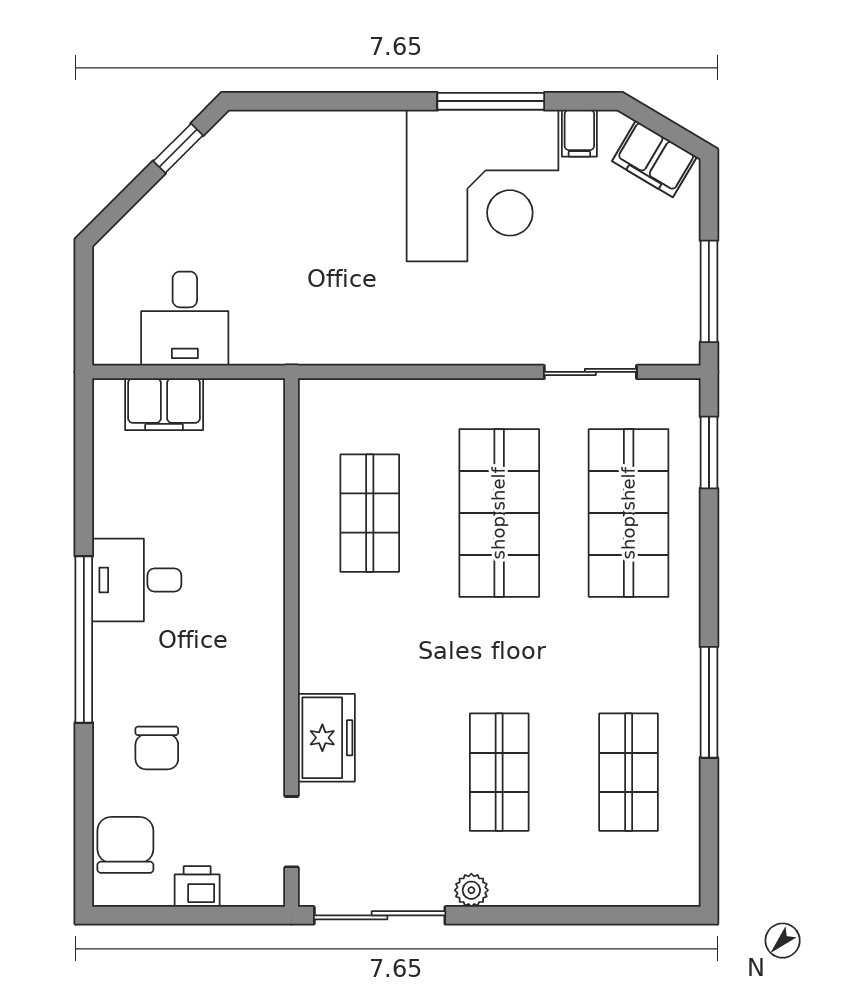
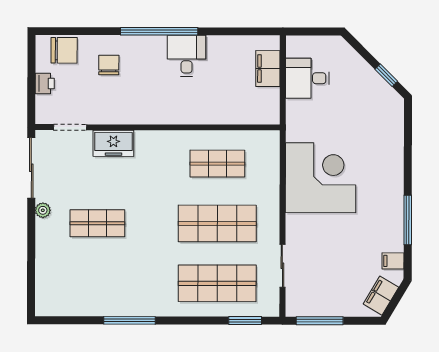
corner desk: (483, 186) -> (321, 178), moved, turned 180
chair: (157, 748) -> (109, 65), turned 90
shop shelf: (629, 772) -> (97, 283), removed

